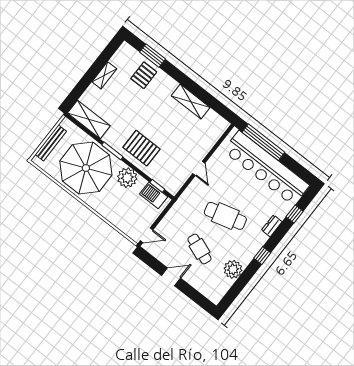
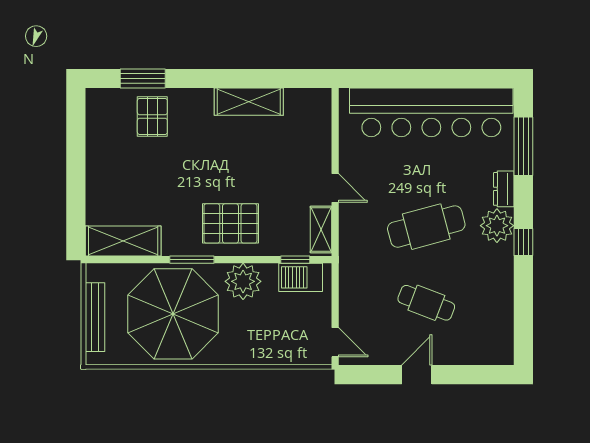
shelving: (104, 75) -> (321, 229), moved
window: (263, 142) -> (398, 79), removed
window: (295, 214) -> (523, 146), width x2.17
door: (147, 235) -> (335, 342), hinge flipped
plant: (233, 269) -> (497, 226), moved

